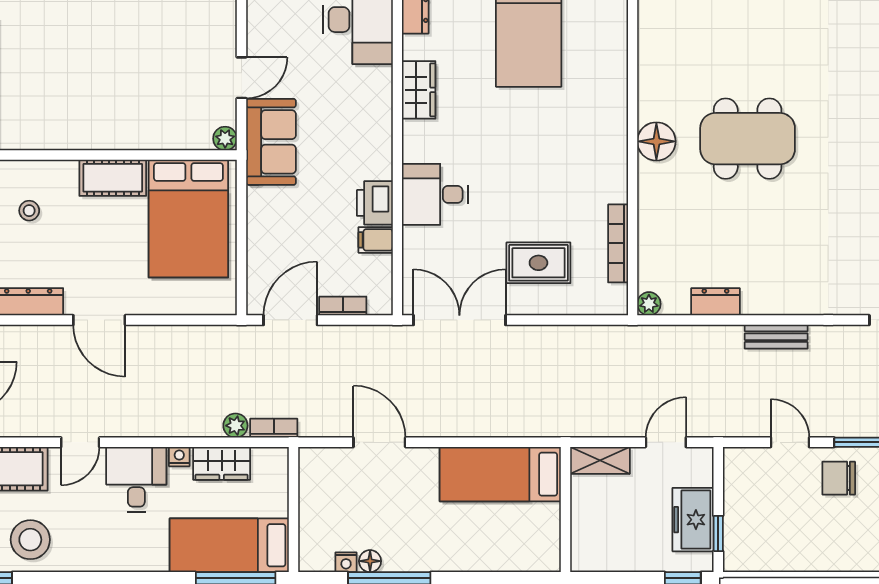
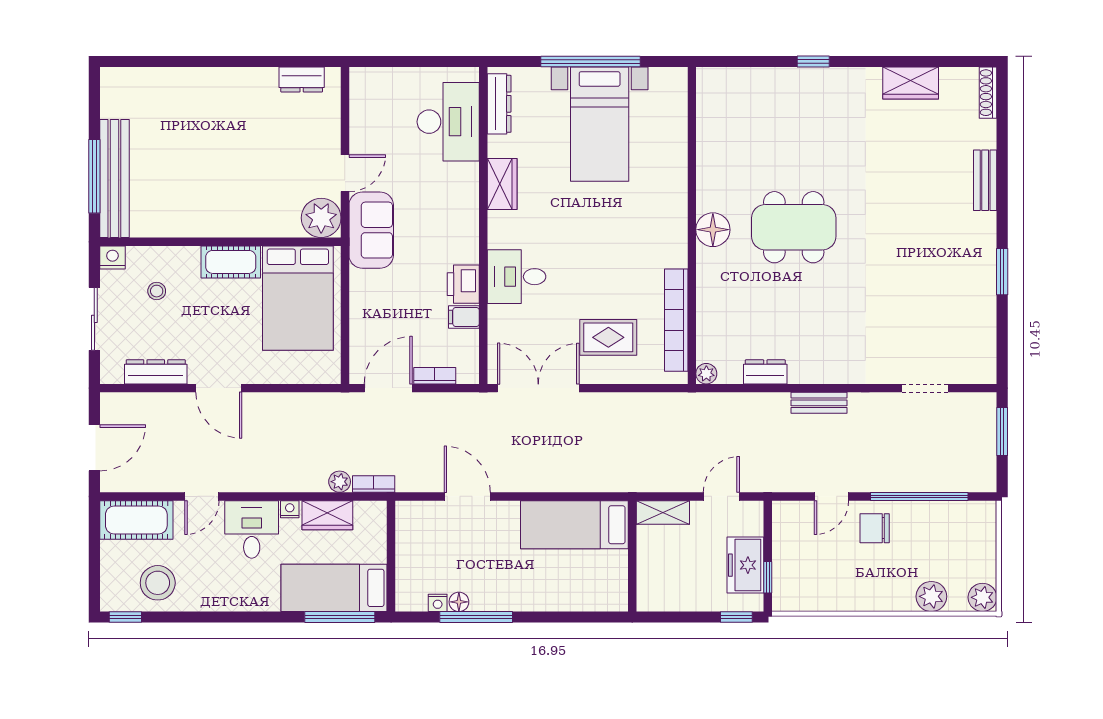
plant: (225, 139) -> (321, 218), width x1.88, depth x1.88
bookcase: (618, 243) -> (676, 320), width x1.48, depth x1.31
door: (790, 442) -> (831, 496), swing flipped

